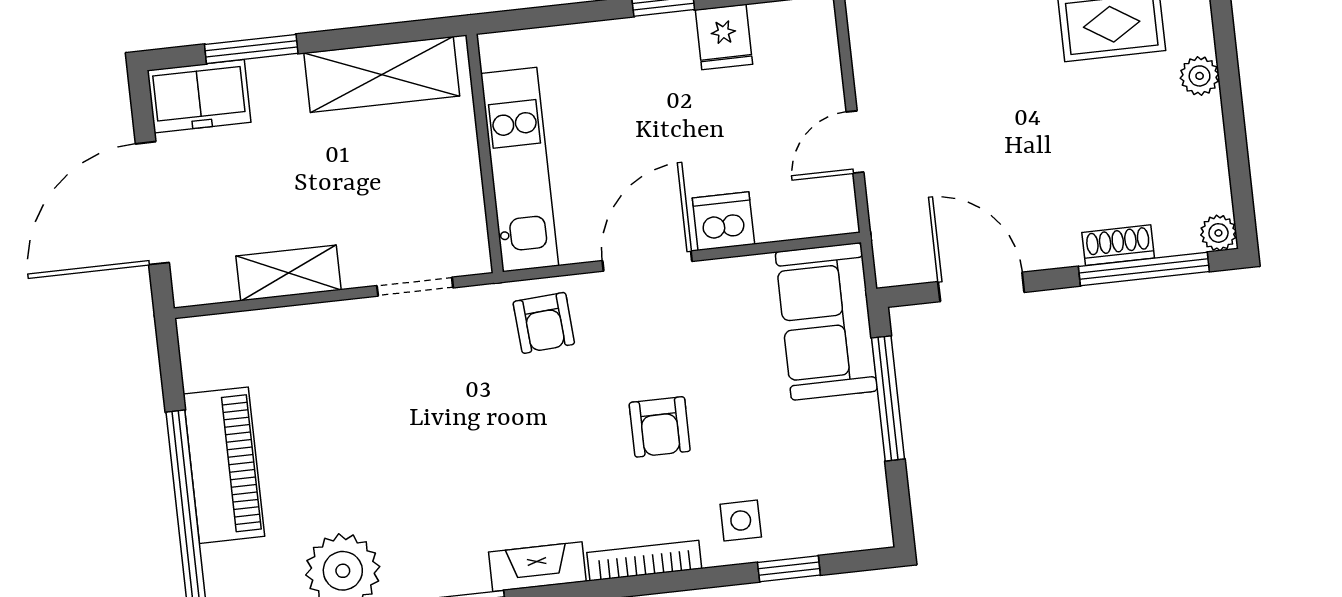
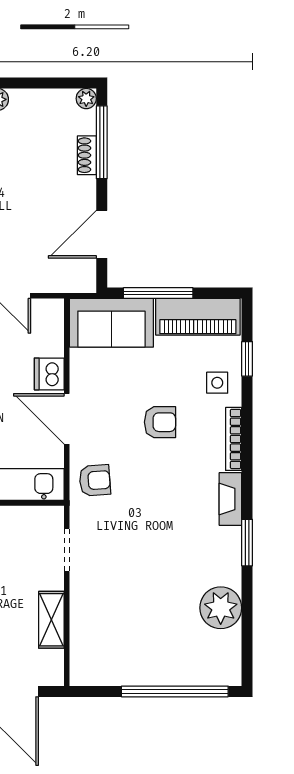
piano: (224, 465) -> (198, 317), moved, turned 180

